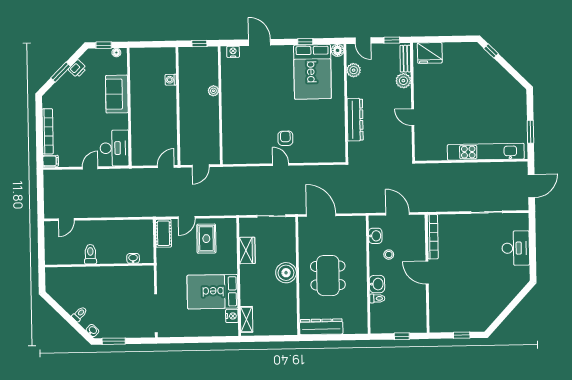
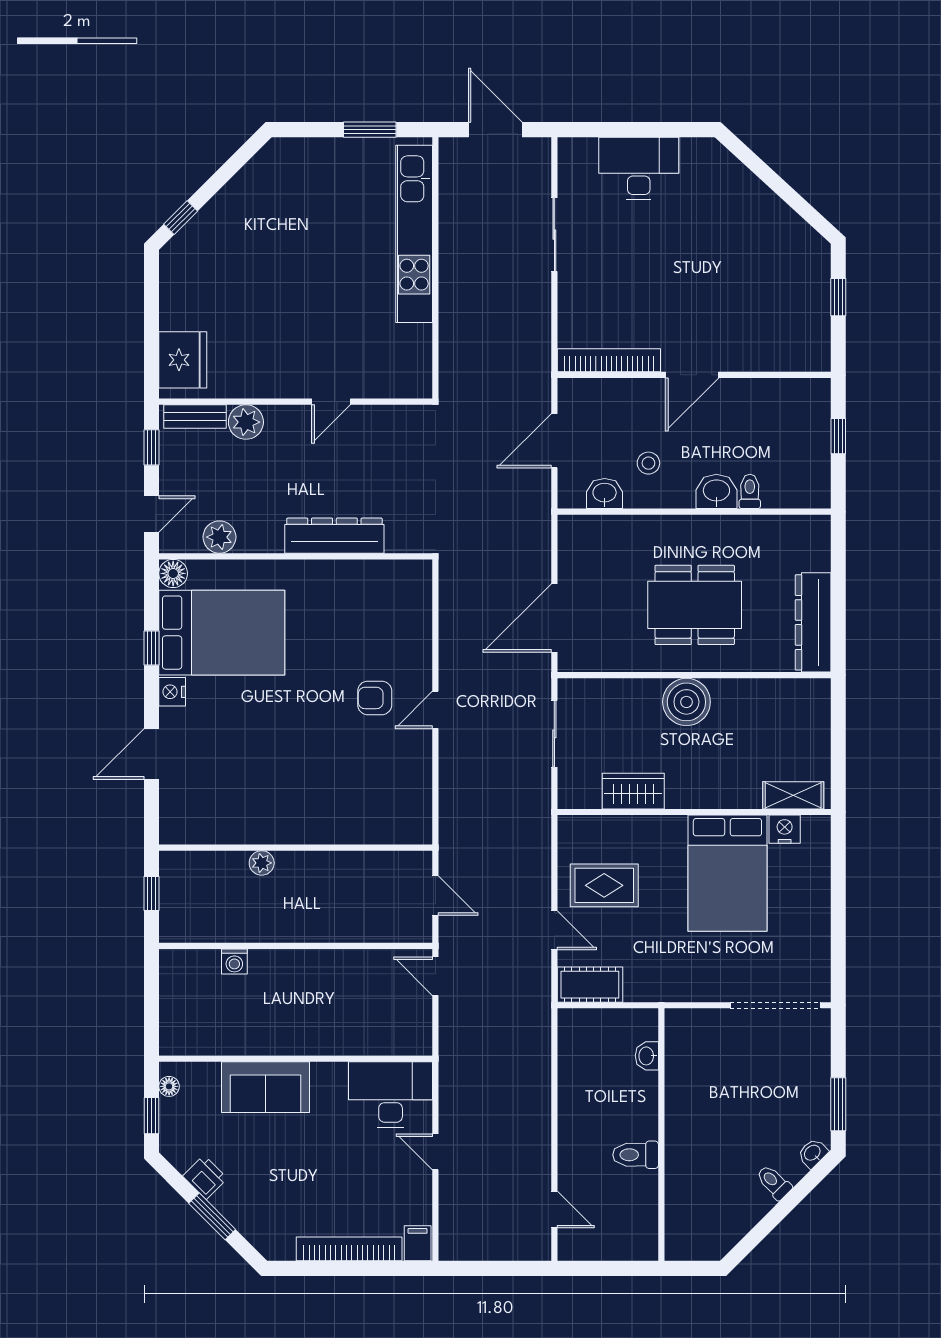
nightstand: (233, 52) -> (172, 692), moved

